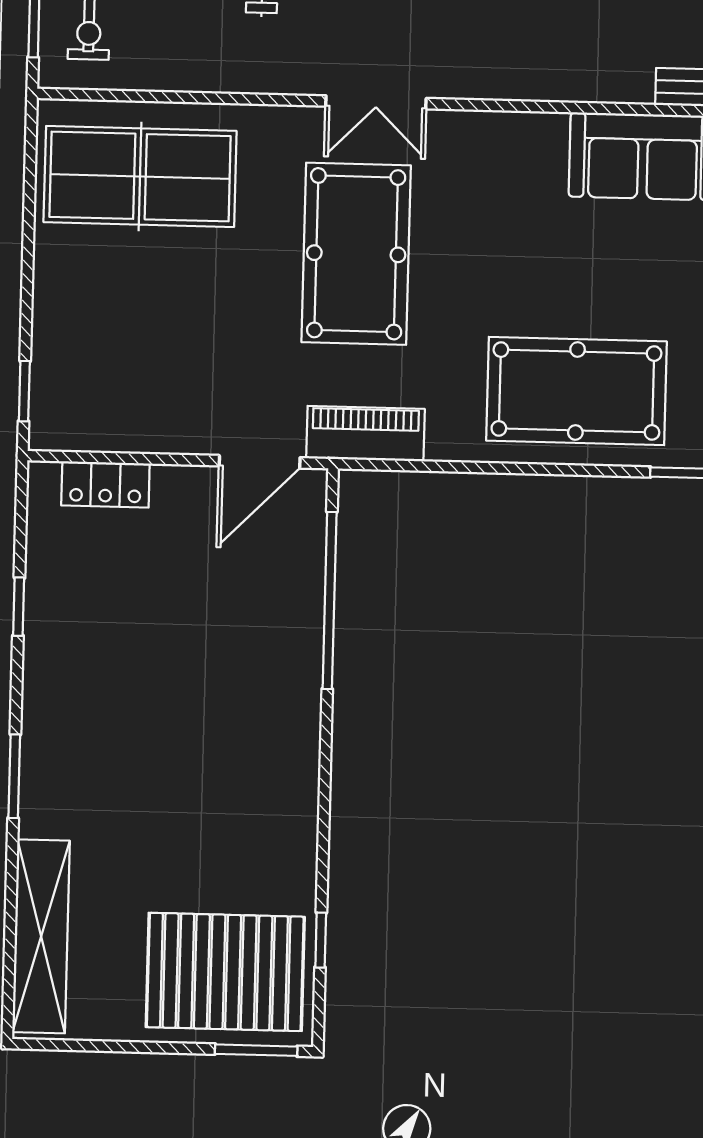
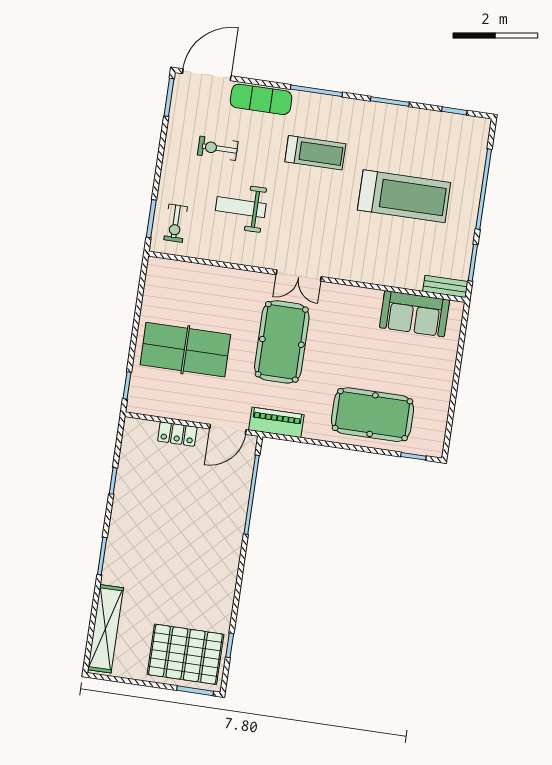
table tennis table: (140, 177) -> (185, 350), moved
locker: (105, 485) -> (177, 434), moved

